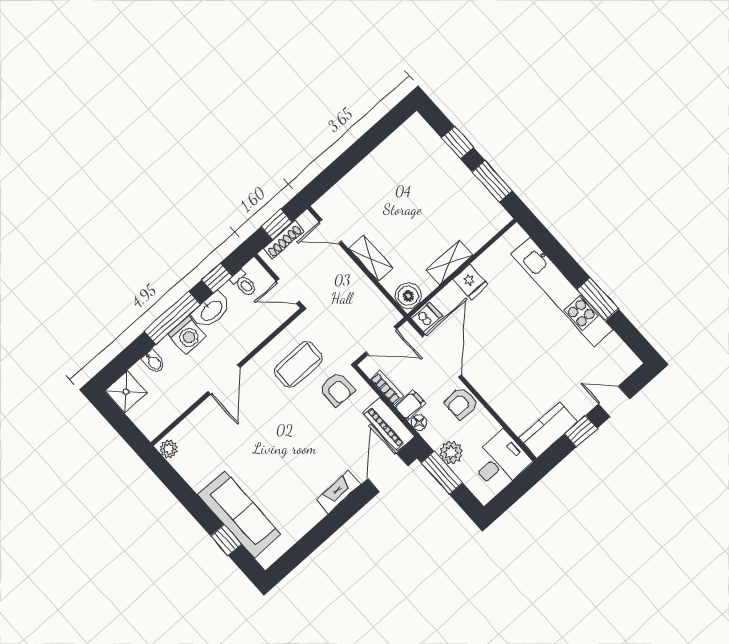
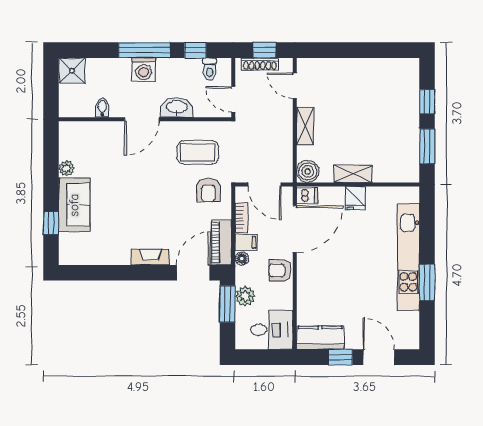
washbasin: (211, 310) -> (177, 107), moved, turned 180
bidet: (153, 362) -> (102, 108), moved, turned 180
door: (614, 401) -> (379, 357), width x1.37
plant: (169, 449) -> (66, 168), moved
sofa: (239, 514) -> (74, 205), width x0.73

